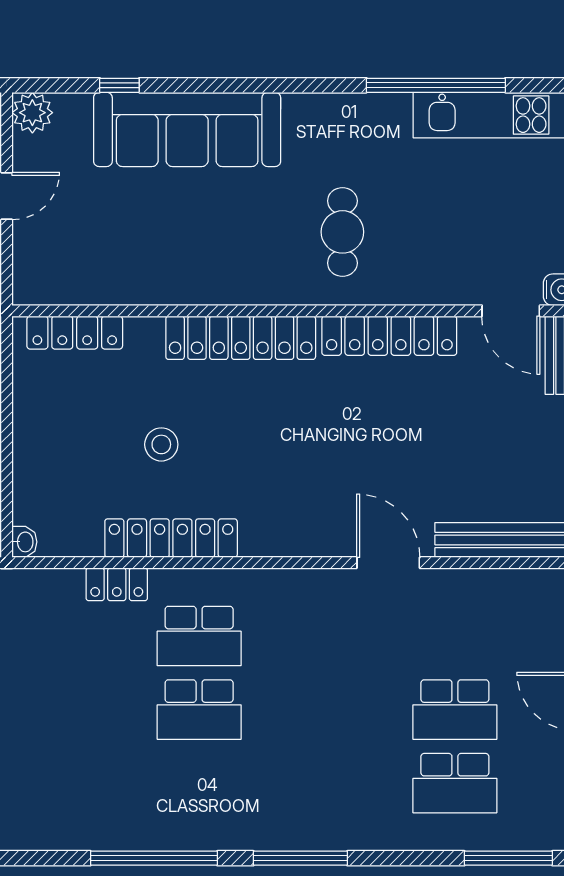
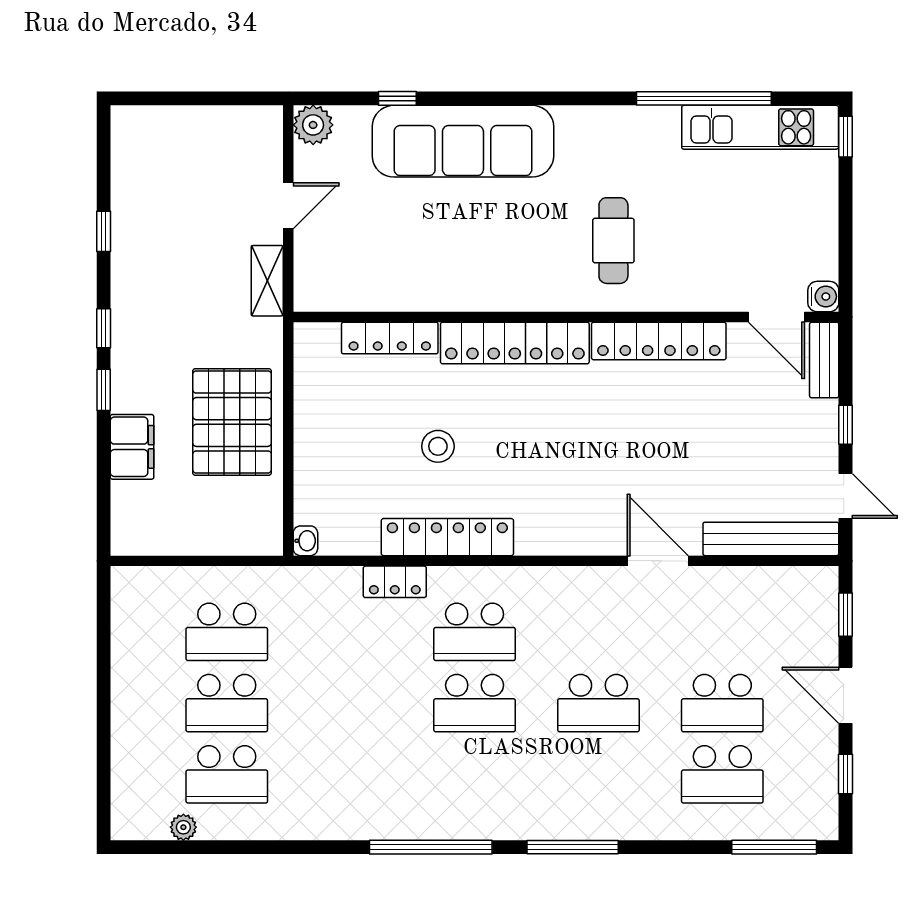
locker: (75, 333) -> (390, 338), moved
school desk: (327, 710) -> (598, 703), added

